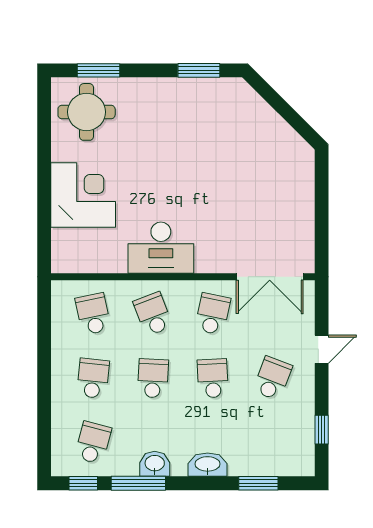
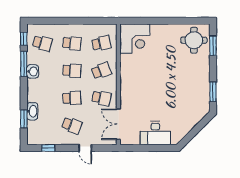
corner desk: (83, 195) -> (135, 39), moved
desk: (161, 248) -> (155, 133), moved, turned -90
washbasin: (208, 465) -> (32, 111), moved

